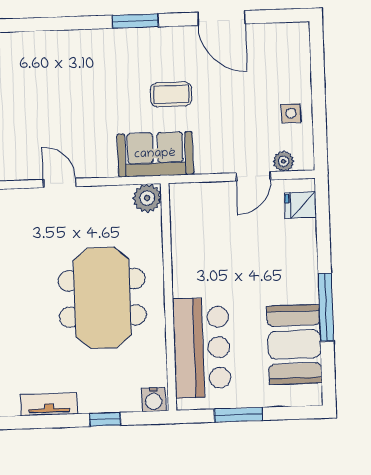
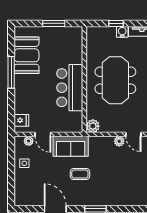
sofa: (155, 154) -> (71, 146), moved
plant: (89, 167) -> (119, 141), added
door: (253, 176) -> (43, 134), swing flipped
bar counter: (202, 348) -> (70, 88), moved
water cooler: (154, 400) -> (122, 32), moved

